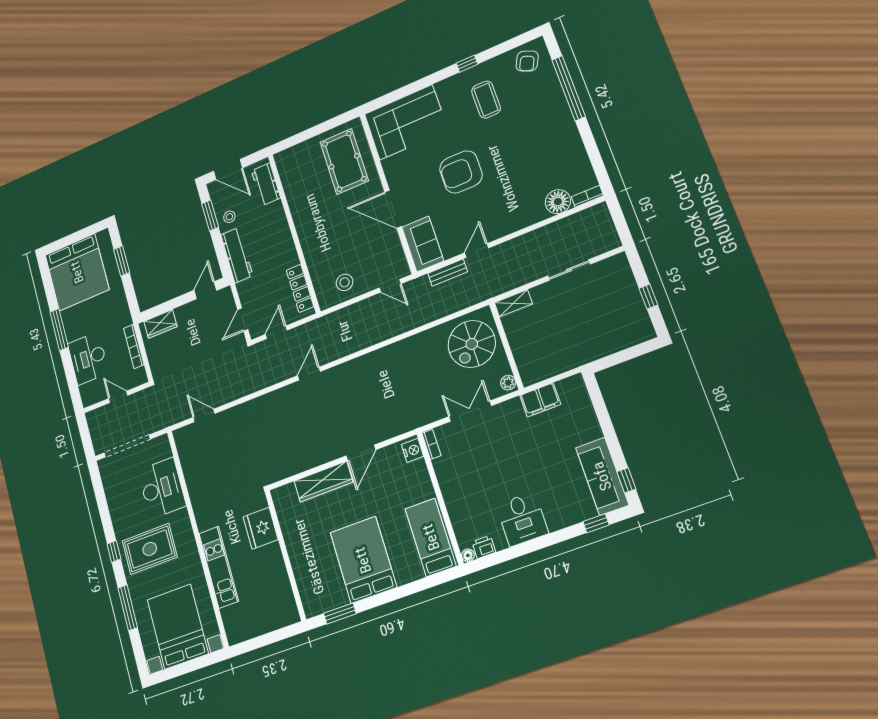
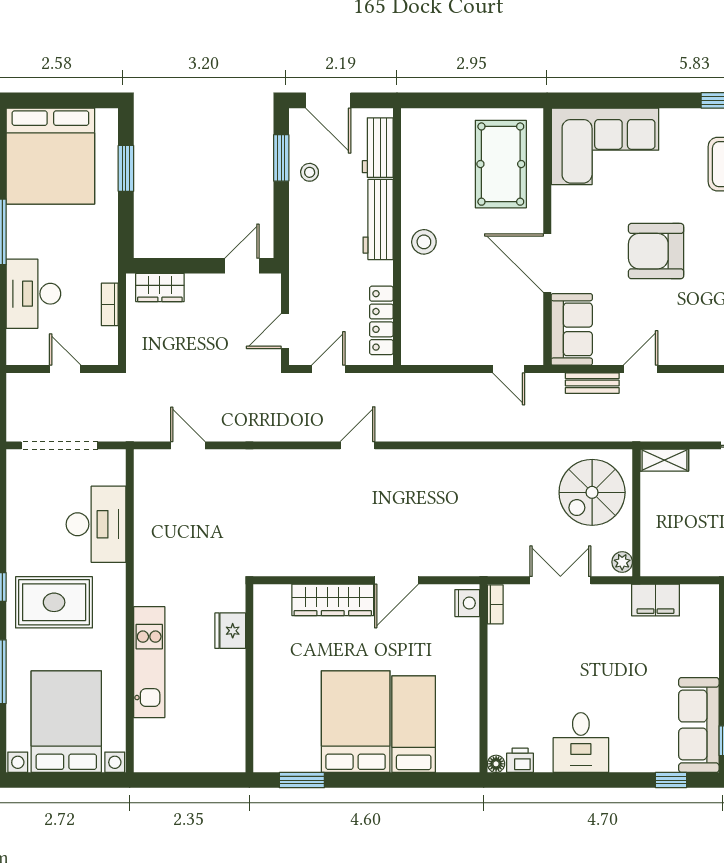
workbench: (237, 255) -> (378, 219), moved, turned 180
stool: (345, 282) -> (424, 242), moved
bookcase: (134, 346) -> (110, 304), width x0.64
fridge: (261, 528) -> (230, 631), width x0.73, depth x0.75
bed: (431, 537) -> (414, 724), moved

